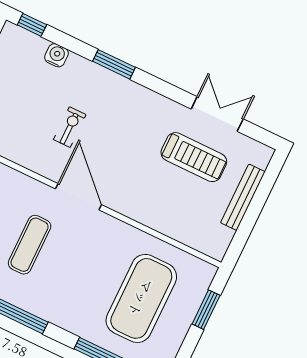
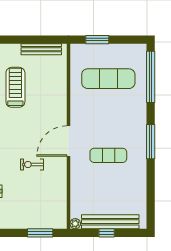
bench: (243, 197) -> (41, 49), moved
exercise mat: (141, 298) -> (108, 79), width x0.68

